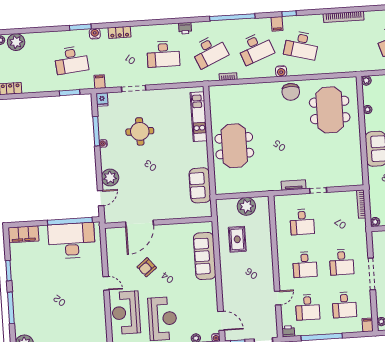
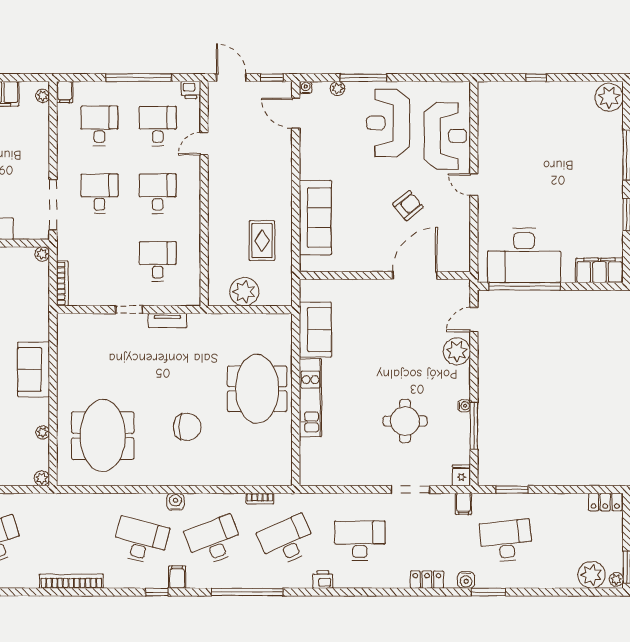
chair: (291, 92) -> (187, 427), moved, turned 92
kitchen unit: (199, 117) -> (310, 398), moved
doorway: (372, 274) -> (53, 205), moved

